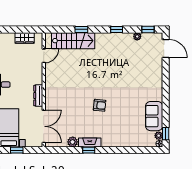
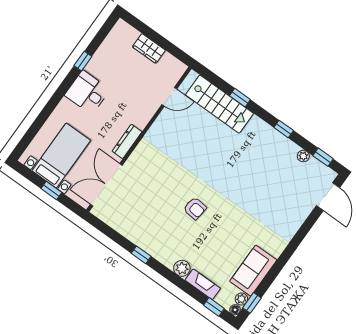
wardrobe: (25, 38) -> (149, 48), moved
double door: (44, 126) -> (106, 185), swing flipped
plant: (73, 142) -> (182, 268), moved
fireplace: (90, 142) -> (203, 284), moved
window: (147, 150) -> (214, 307), added

